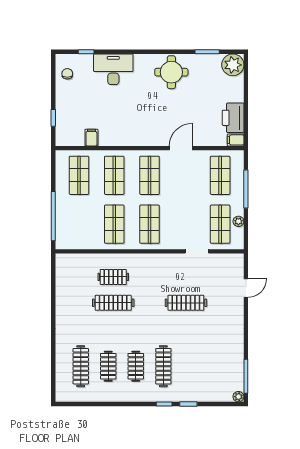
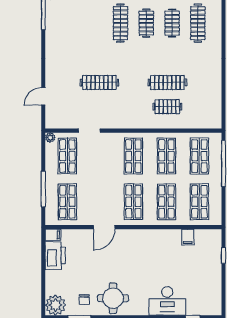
chair: (67, 74) -> (84, 300), moved
plant: (238, 221) -> (50, 138), moved
shop shelf: (79, 224) -> (199, 156), added

